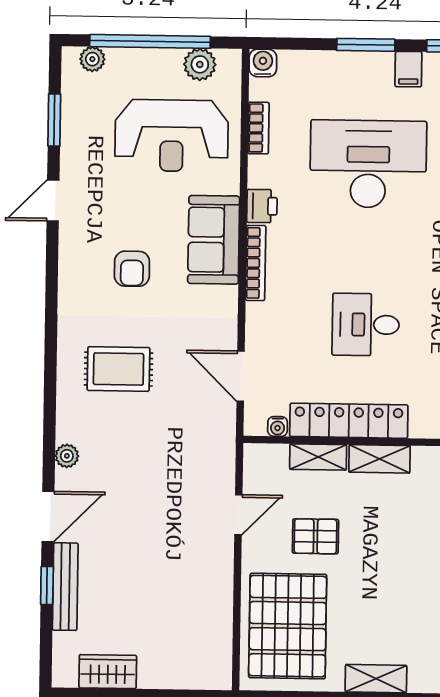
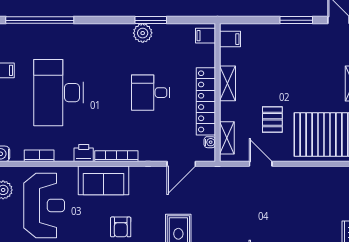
armchair: (132, 269) -> (121, 227), turned 90
desk: (366, 325) -> (151, 93), turned 90
shelving: (318, 457) -> (227, 138), moved

